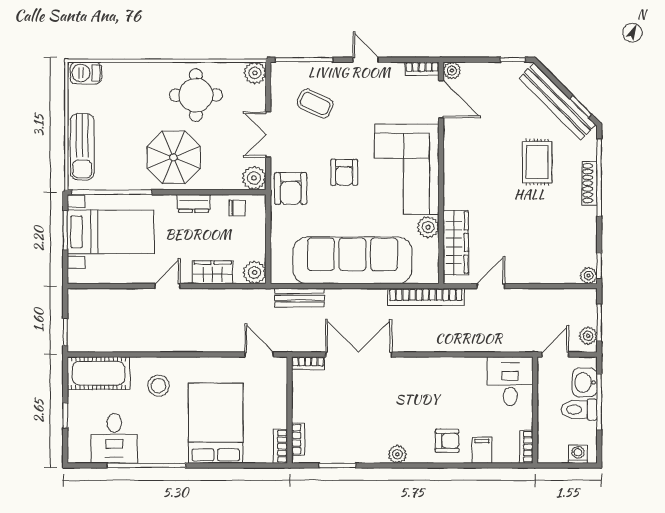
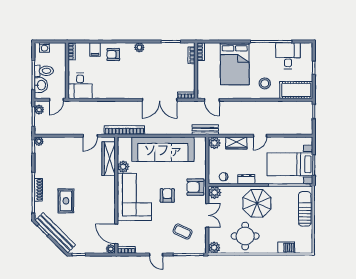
barbecue: (86, 73) -> (286, 248), moved
armchair: (291, 188) -> (195, 187), turned -90
bench: (299, 298) -> (205, 130), moved

